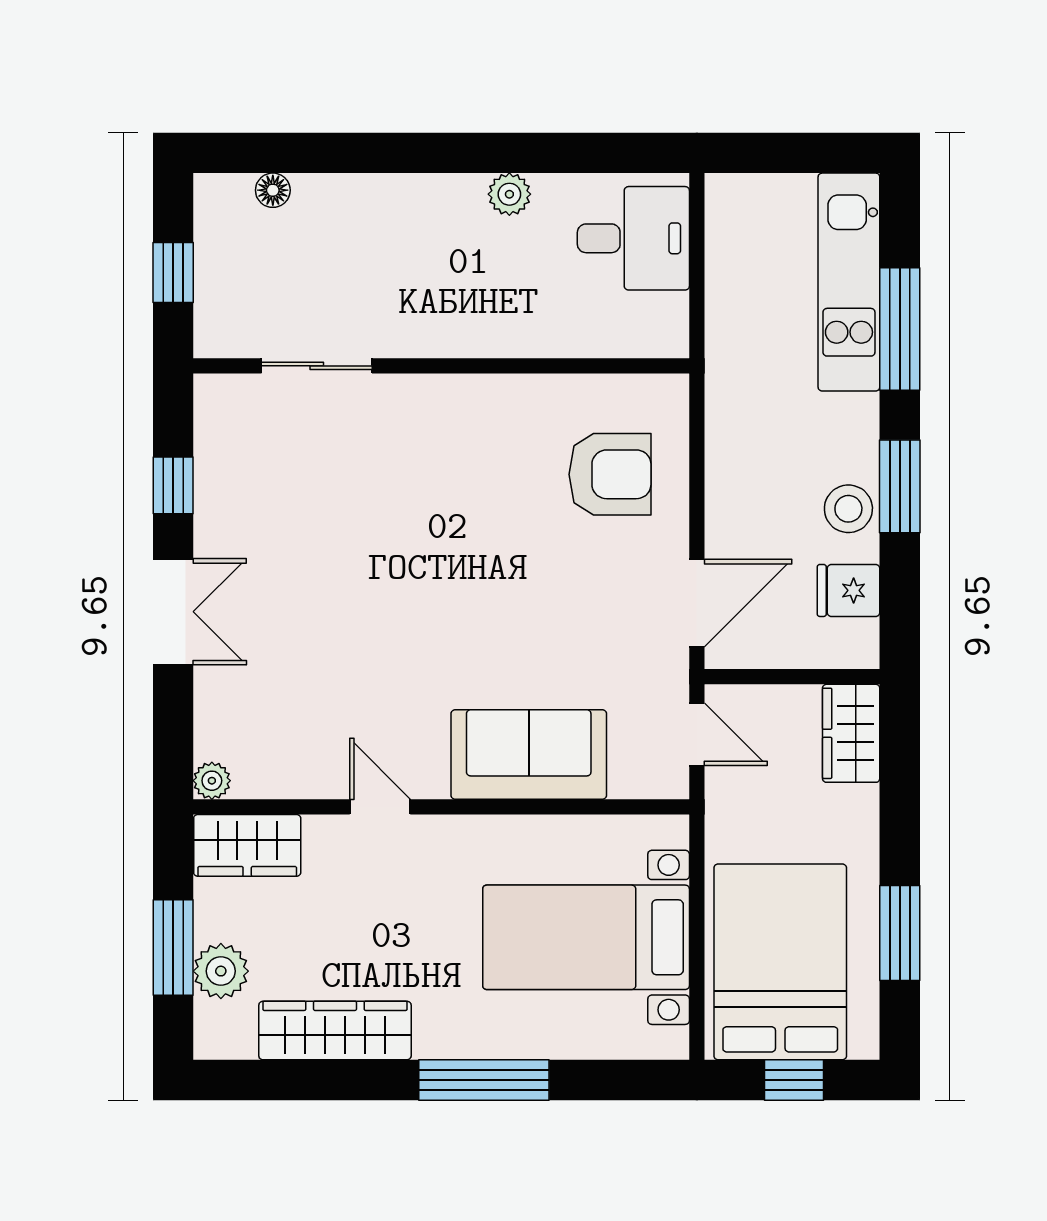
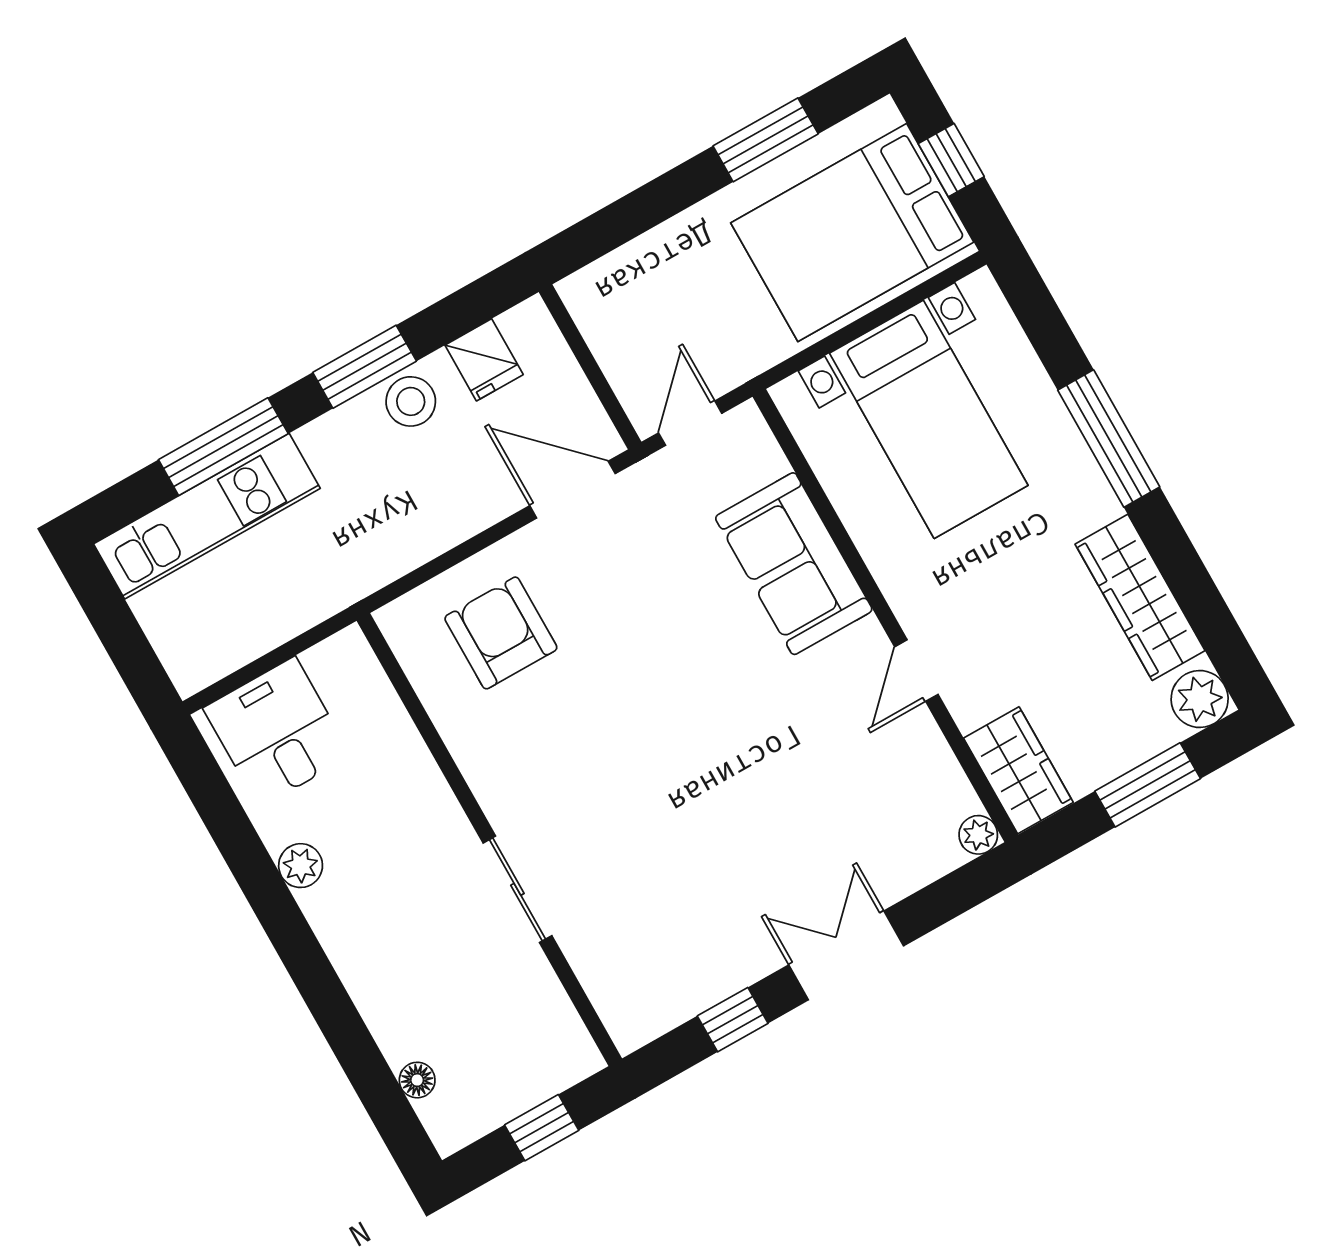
sliding door: (317, 366) -> (517, 889), moved
wardrobe: (851, 733) -> (611, 285), removed
plant: (221, 971) -> (1200, 699), moved

